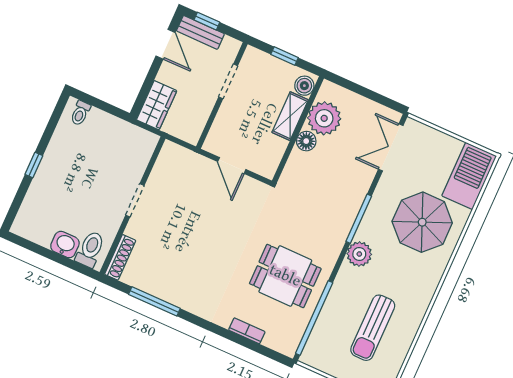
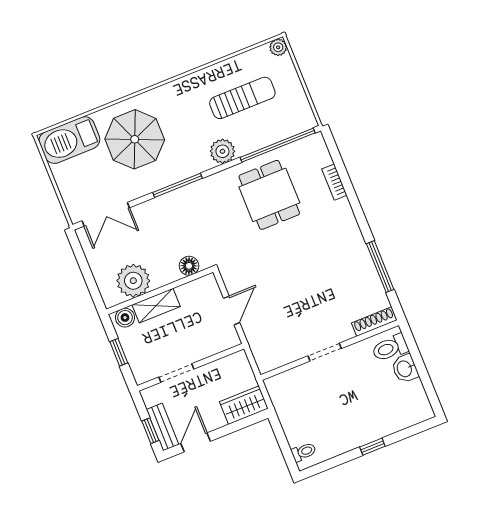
floor lamp: (306, 141) -> (189, 266), moved
plant: (359, 254) -> (222, 151), moved

